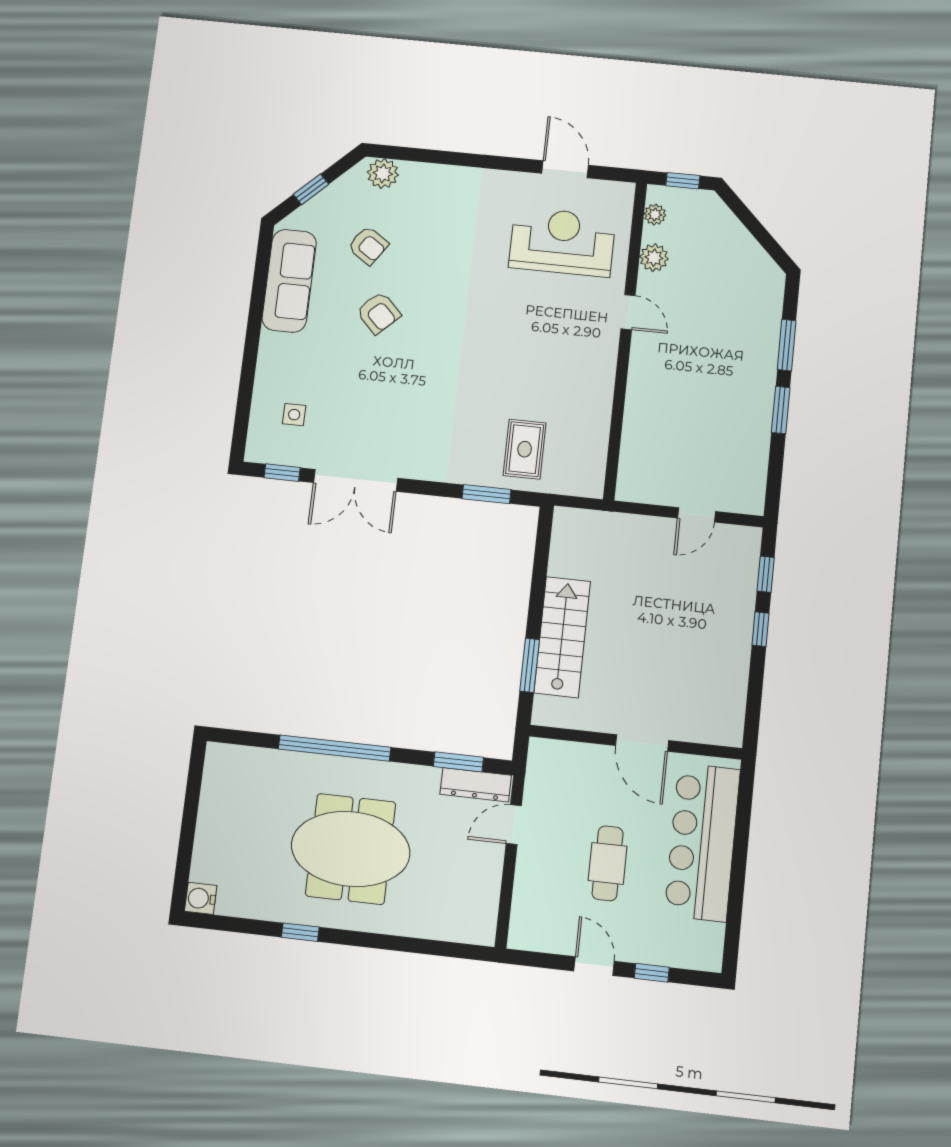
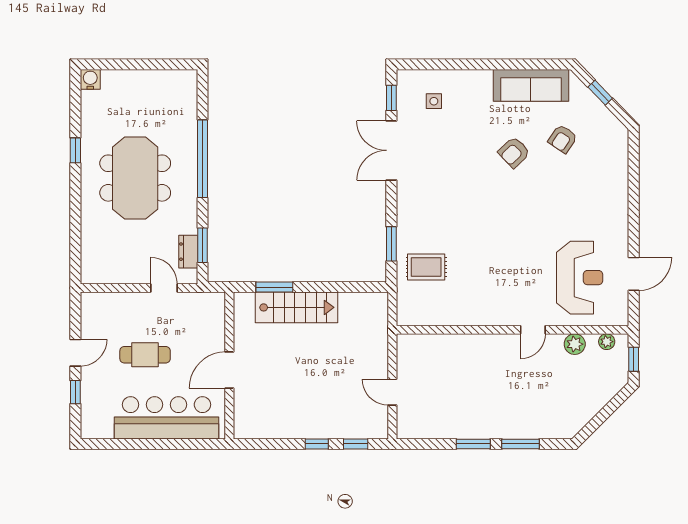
plant: (383, 173) -> (617, 143), removed
dresser: (476, 785) -> (188, 252), width x0.70

